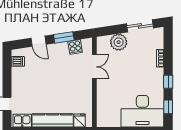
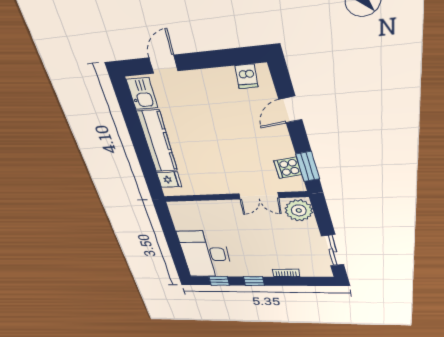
window: (64, 37) -> (308, 167), moved
plant: (119, 42) -> (299, 210), moved

